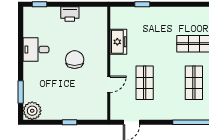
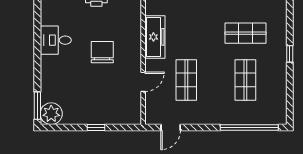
freezer: (118, 42) -> (155, 37), width x1.40
window: (21, 92) -> (37, 106), moved

